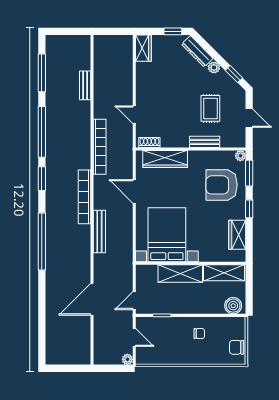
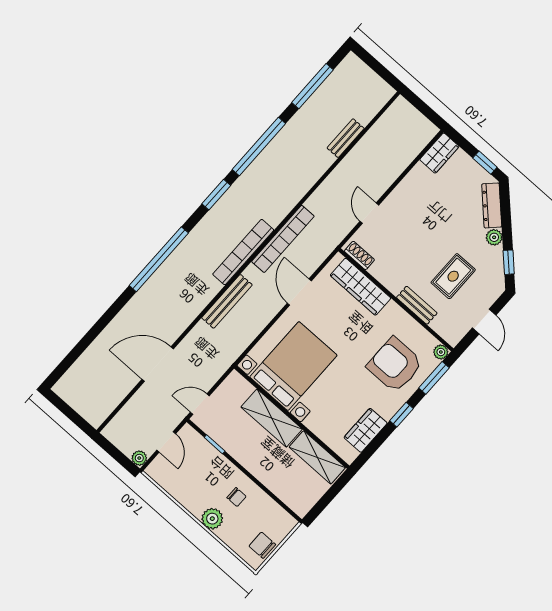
bookcase: (100, 147) -> (283, 239), moved
boiler: (233, 306) -> (297, 499), removed
plant: (196, 357) -> (212, 519), added

